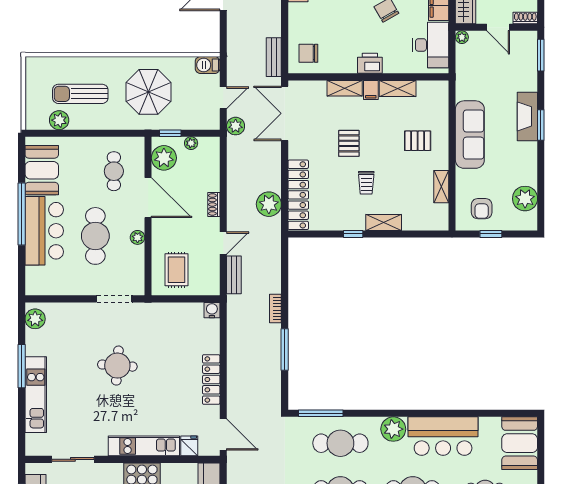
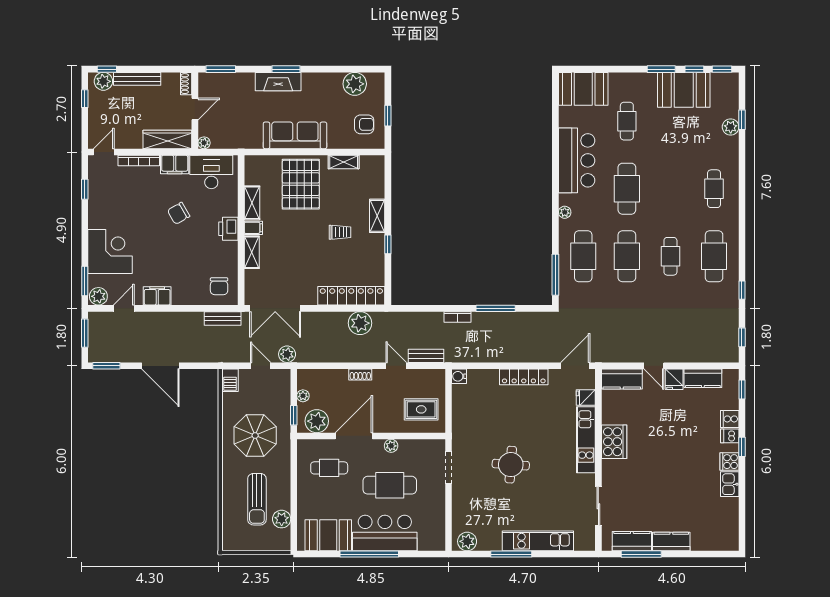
pallet: (418, 141) -> (301, 184), width x2.05, depth x2.00
pallet: (349, 143) -> (303, 248), removed
plant: (393, 429) -> (565, 212), width x0.53, depth x0.53

